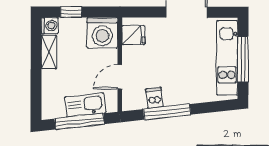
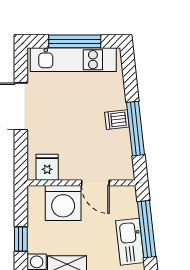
washing machine: (102, 33) -> (63, 203), moved, turned 90
dishwasher: (154, 98) -> (117, 120), moved
kitchen sink: (85, 105) -> (130, 242), moved

